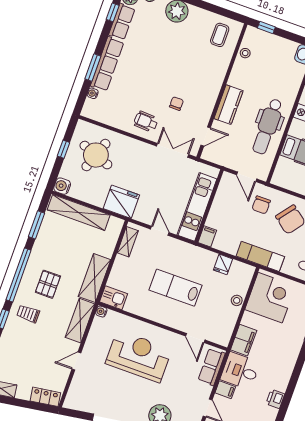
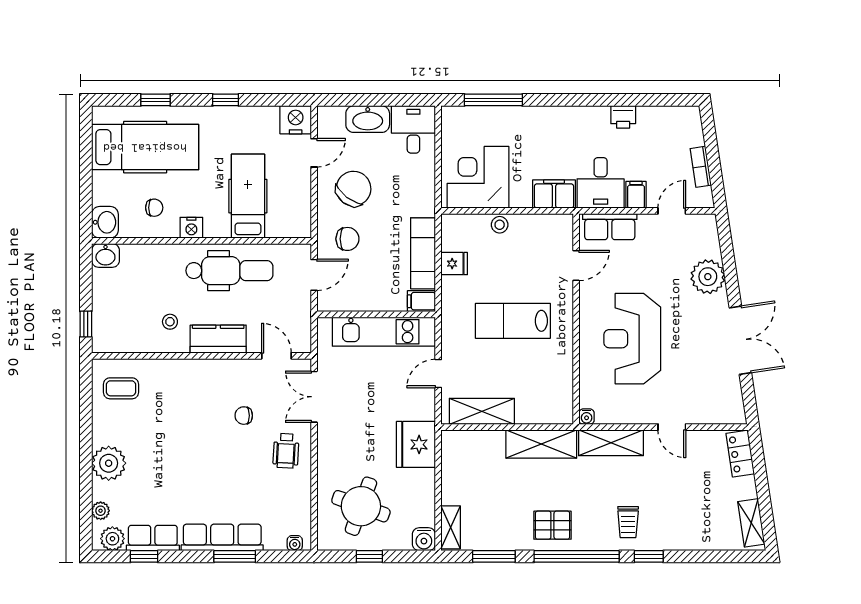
stool: (245, 53) -> (170, 322), moved
water cooler: (93, 93) -> (295, 543), moved
shelving: (79, 212) -> (451, 527), width x0.45, depth x0.75
shelving: (128, 242) -> (482, 411), width x1.50, depth x1.33
exam couch: (260, 256) -> (423, 253), moved
pallet: (48, 284) -> (552, 525), moved
lab bench: (175, 288) -> (513, 321), turned 90
kitchen sink: (114, 298) -> (560, 406), removed

